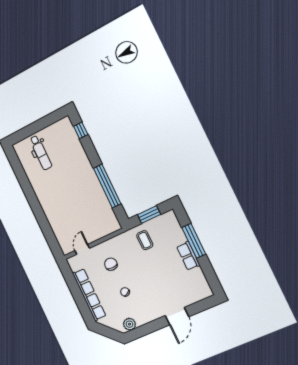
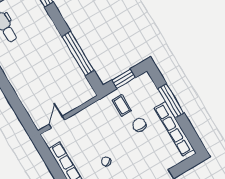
row of seats: (188, 256) -> (174, 129), width x2.02
chair: (111, 264) -> (139, 125), moved

